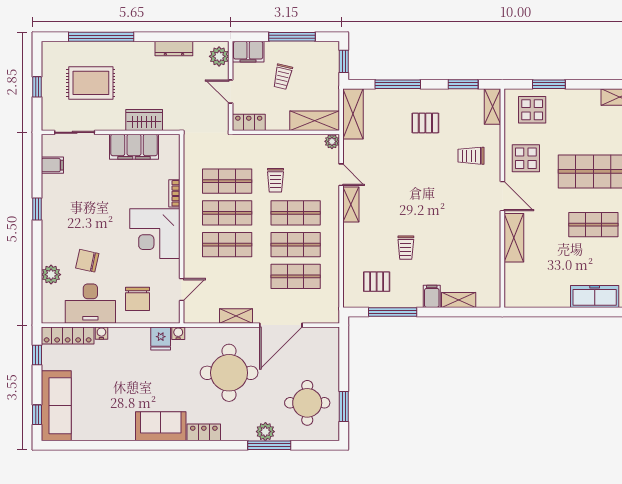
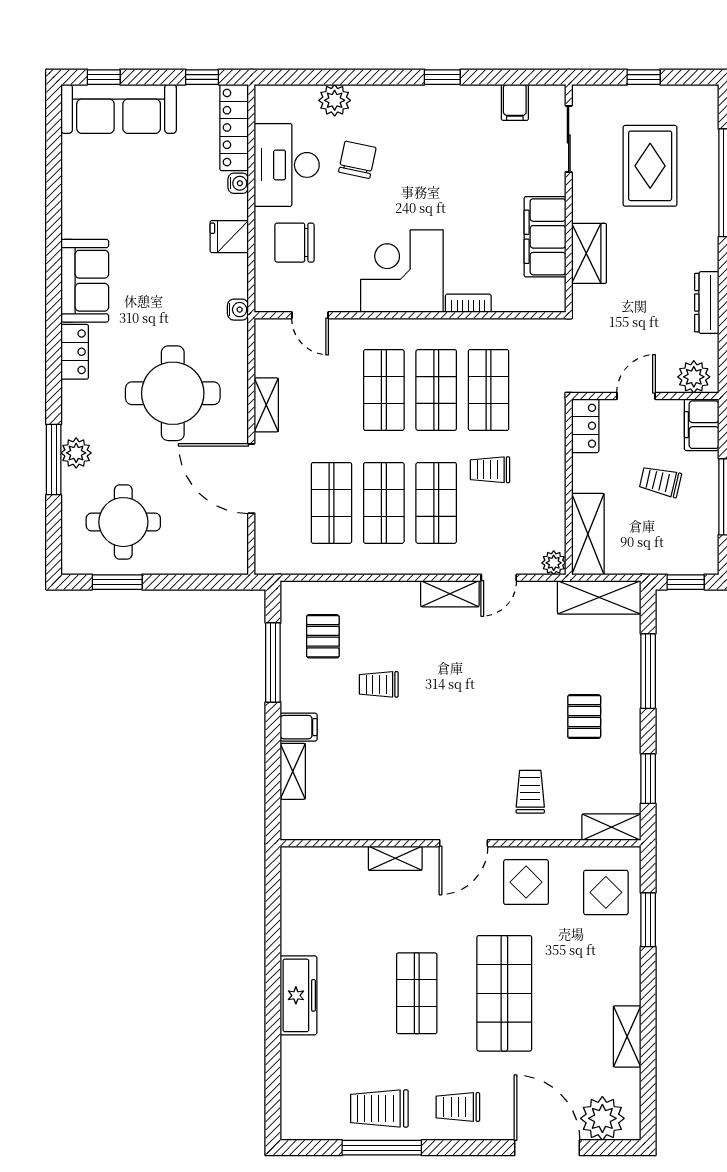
shelving: (514, 238) -> (395, 858), width x0.67, depth x0.75
fridge: (161, 338) -> (229, 237), moved

